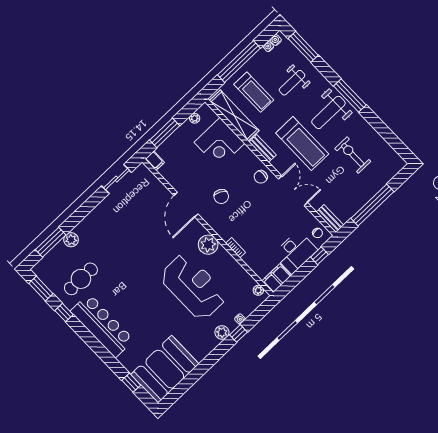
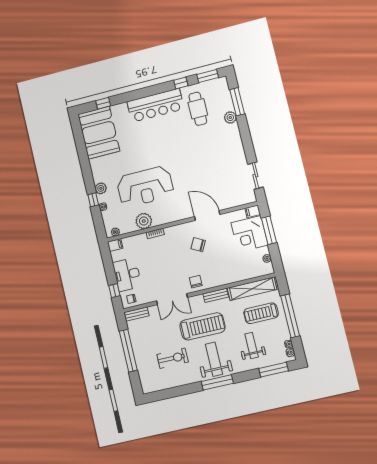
corner desk: (219, 143) -> (249, 234), moved, turned -90
treadmill: (302, 143) -> (202, 326), turned 180
plant: (208, 245) -> (144, 221), moved
filing cabinet: (276, 278) -> (115, 245), width x0.50

